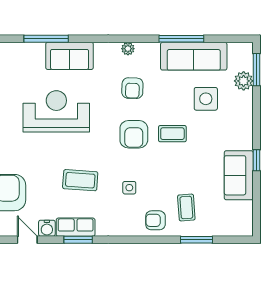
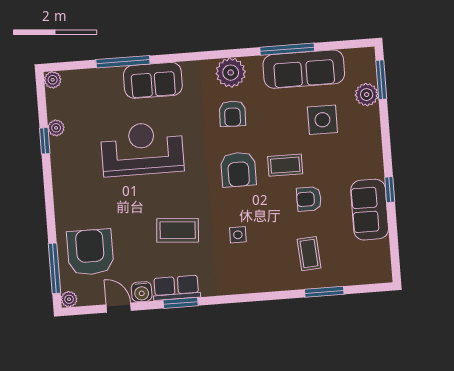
plant: (128, 49) -> (231, 73), width x1.88, depth x1.88
armchair: (155, 220) -> (309, 199), moved

